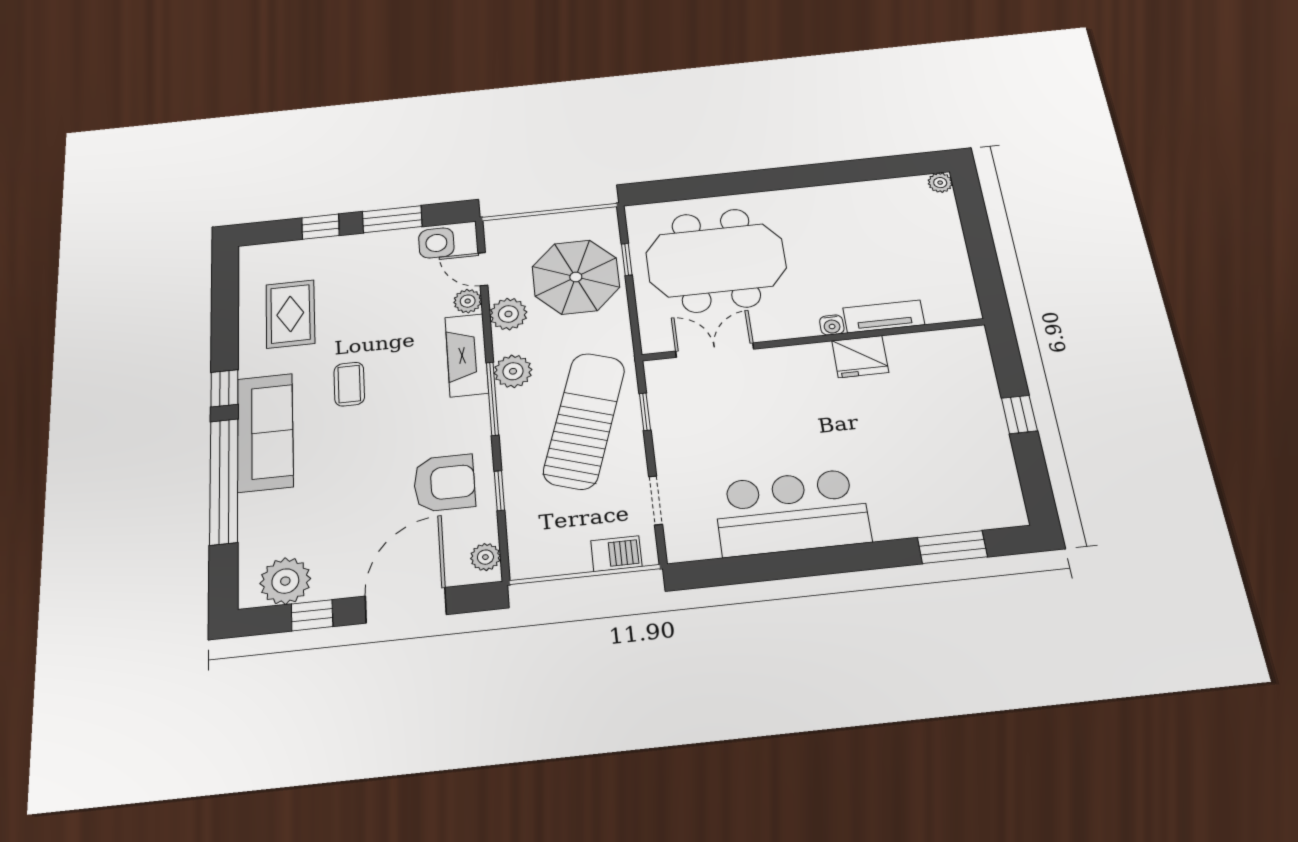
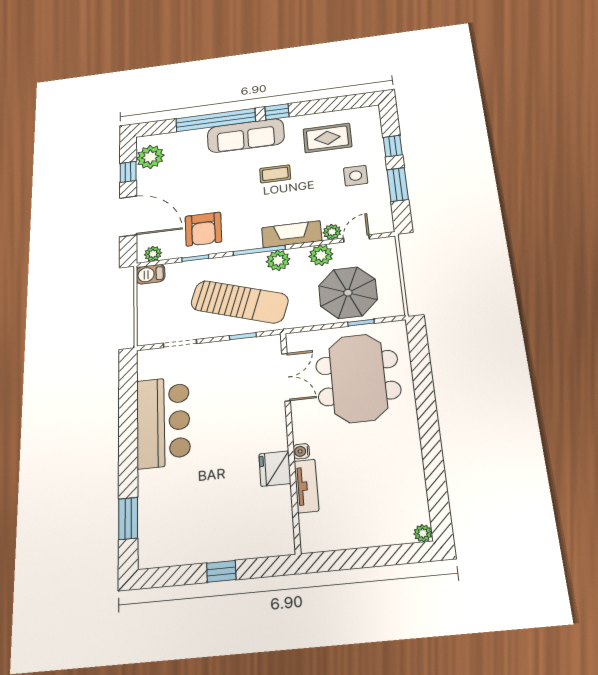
side table: (436, 243) -> (356, 176), moved
barbecue: (616, 554) -> (151, 274), moved, turned 90

